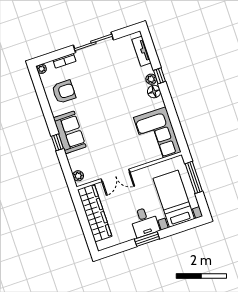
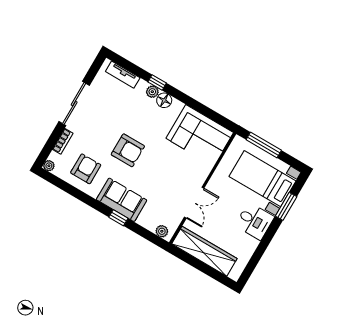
armchair: (102, 104) -> (128, 150), added
window: (147, 239) -> (286, 206), moved

